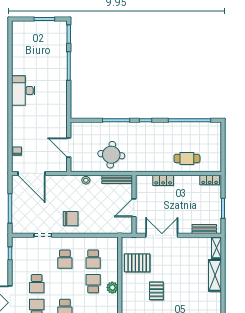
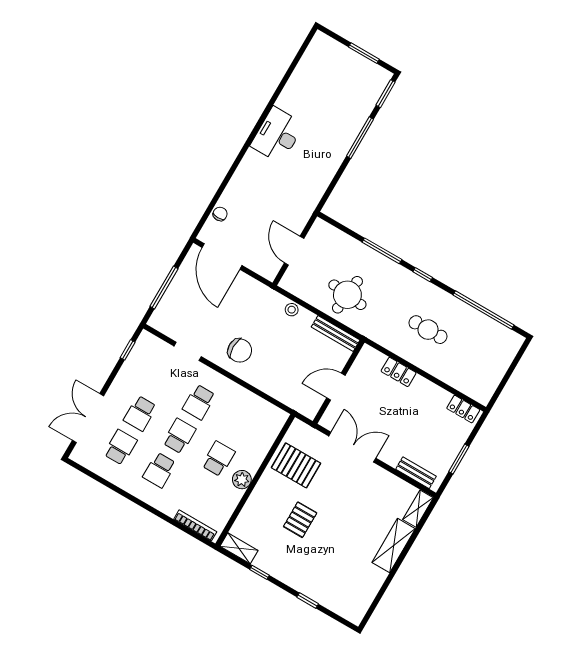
cafe table: (187, 158) -> (428, 330), moved
school desk: (93, 259) -> (179, 436), moved, turned 180

